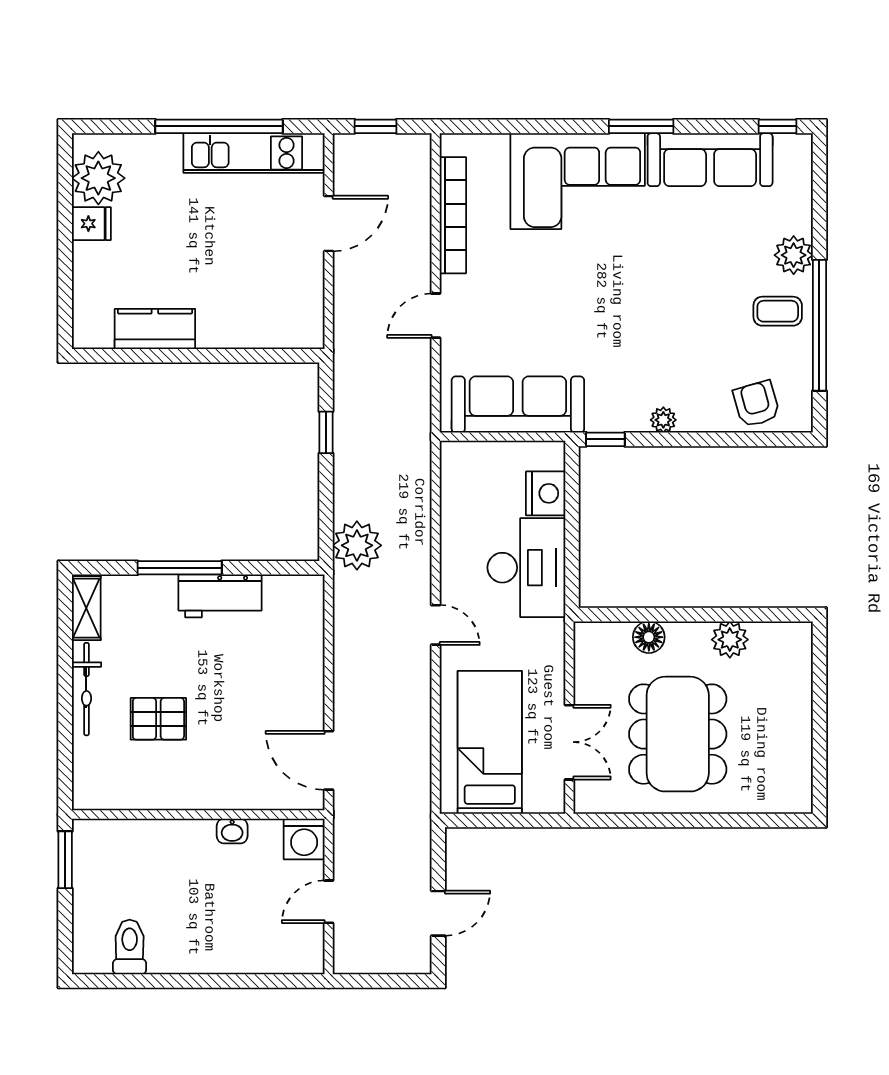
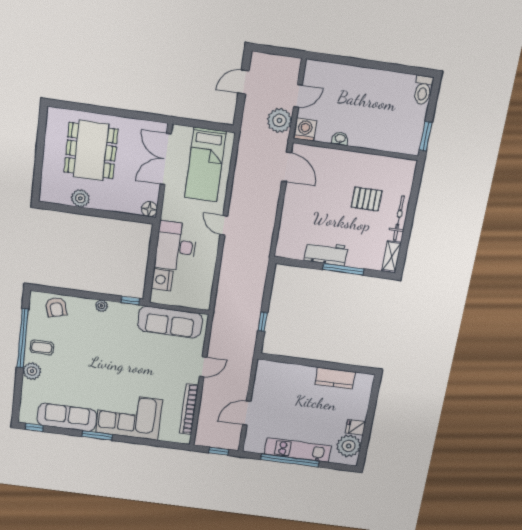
kitchen unit: (254, 153) -> (298, 450), moved
plant: (357, 545) -> (279, 120), moved
floor lamp: (649, 637) -> (149, 209), moved
dining table: (678, 734) -> (91, 151), moved
double door: (569, 742) -> (166, 159), width x1.37
toilet: (130, 947) -> (423, 90), moved

